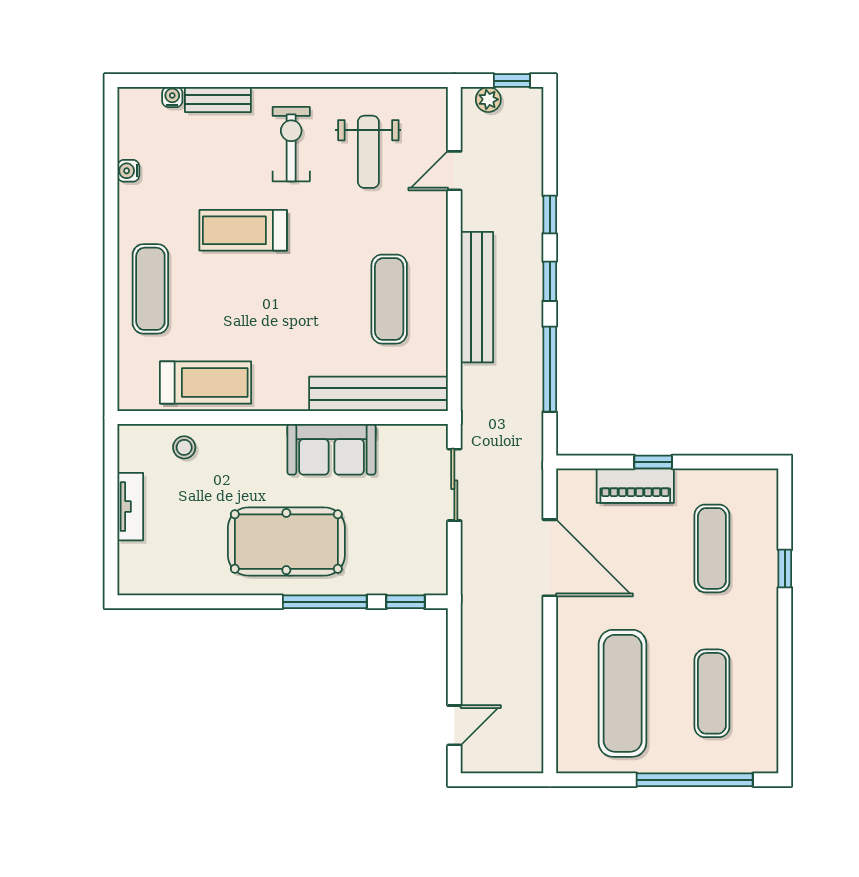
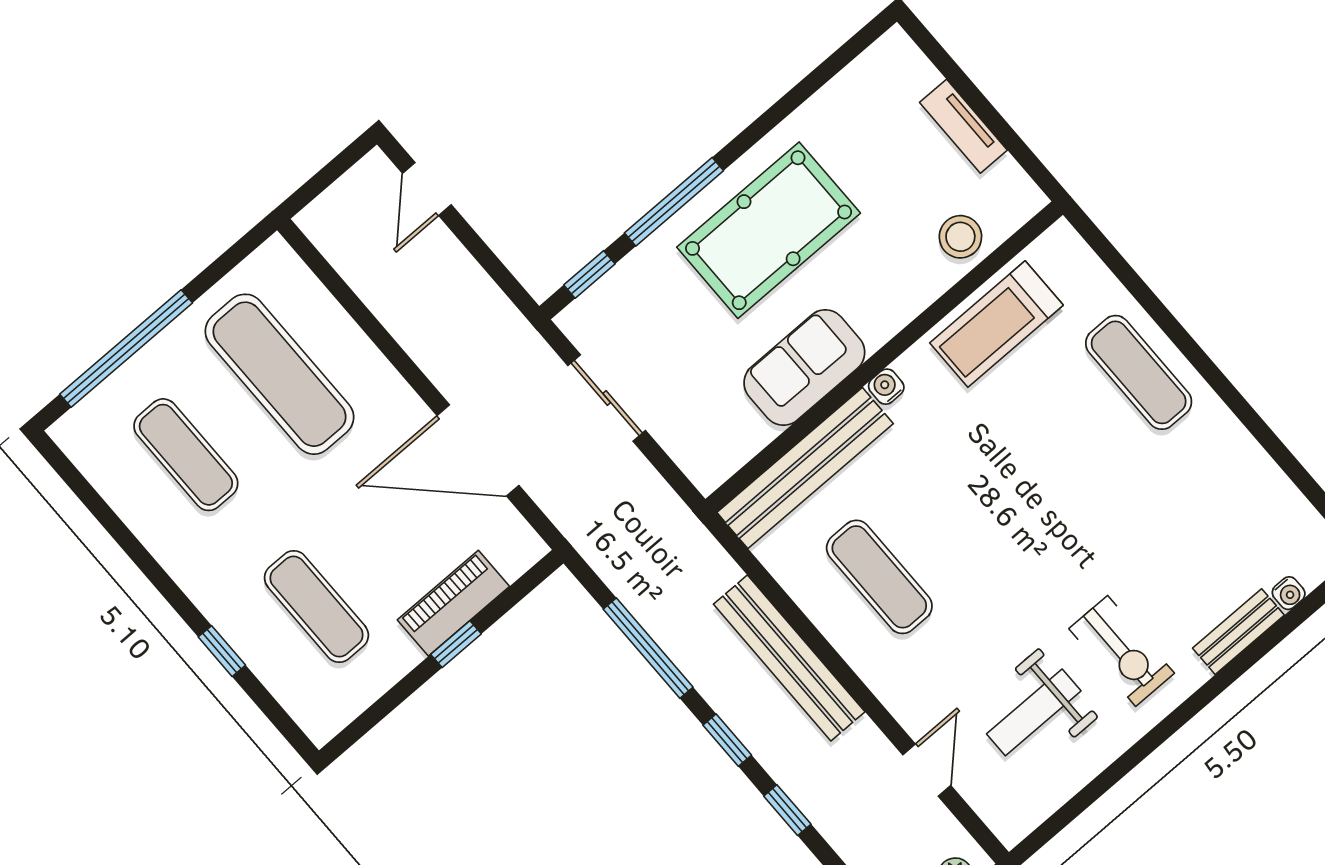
weight bench: (368, 152) -> (1034, 712), turned -90
water cooler: (128, 171) -> (886, 387), moved, turned -90
treadmill: (243, 230) -> (1094, 517), removed
stool: (184, 447) -> (960, 237), width x1.37, depth x1.37
sliding door: (454, 485) -> (607, 398), moved

